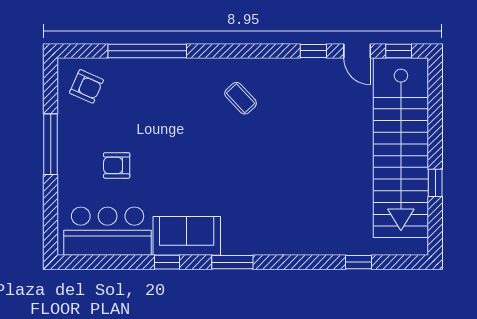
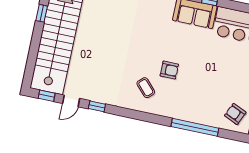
door: (357, 51) -> (71, 101), swing flipped
armchair: (117, 165) -> (169, 70), moved

